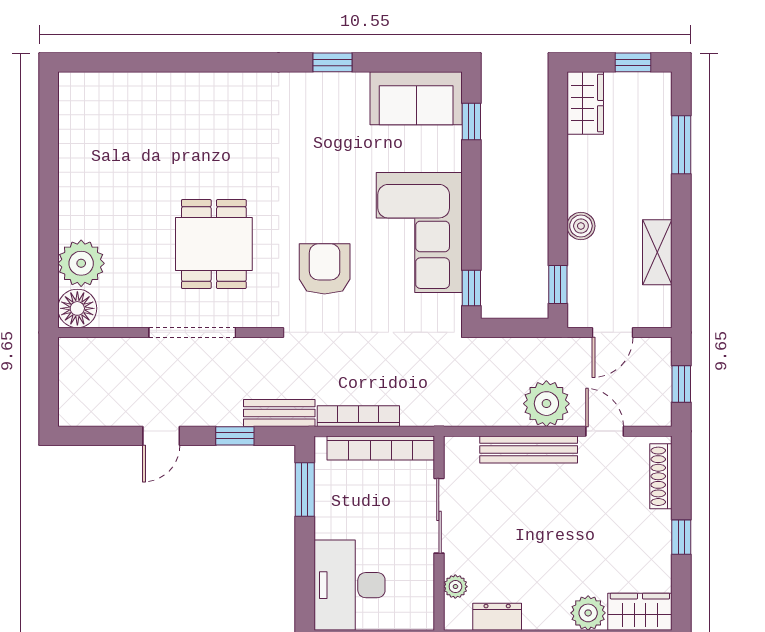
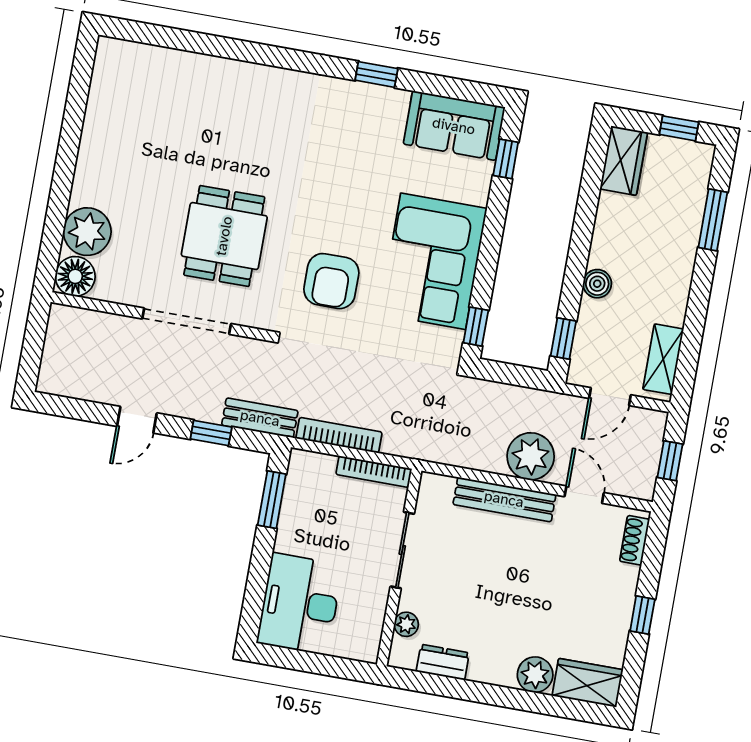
shelving: (657, 252) -> (663, 359), moved
armchair: (325, 269) -> (331, 281), turned 180
bookcase: (381, 448) -> (374, 472), width x0.68, depth x0.76
shoe rack: (661, 476) -> (635, 540), width x0.70

